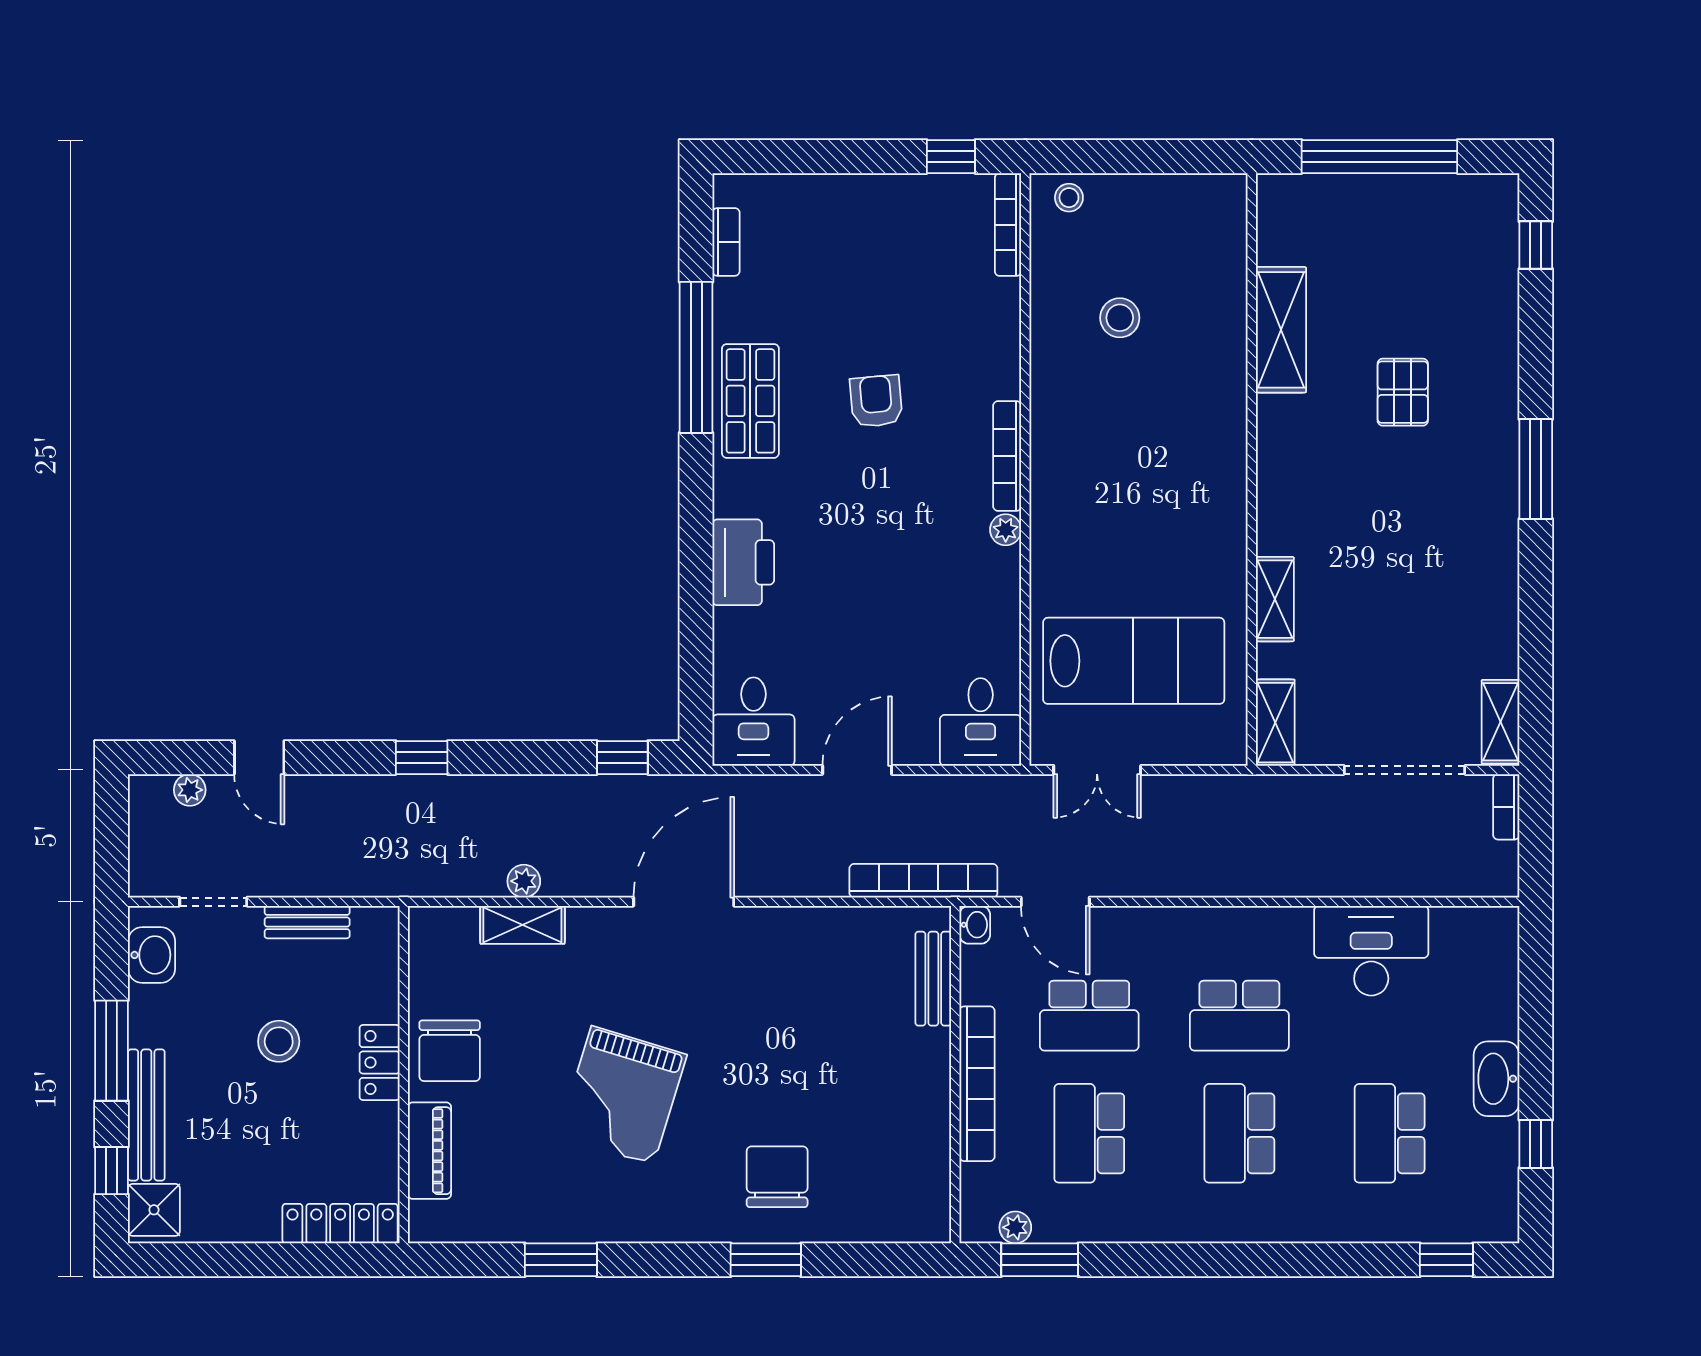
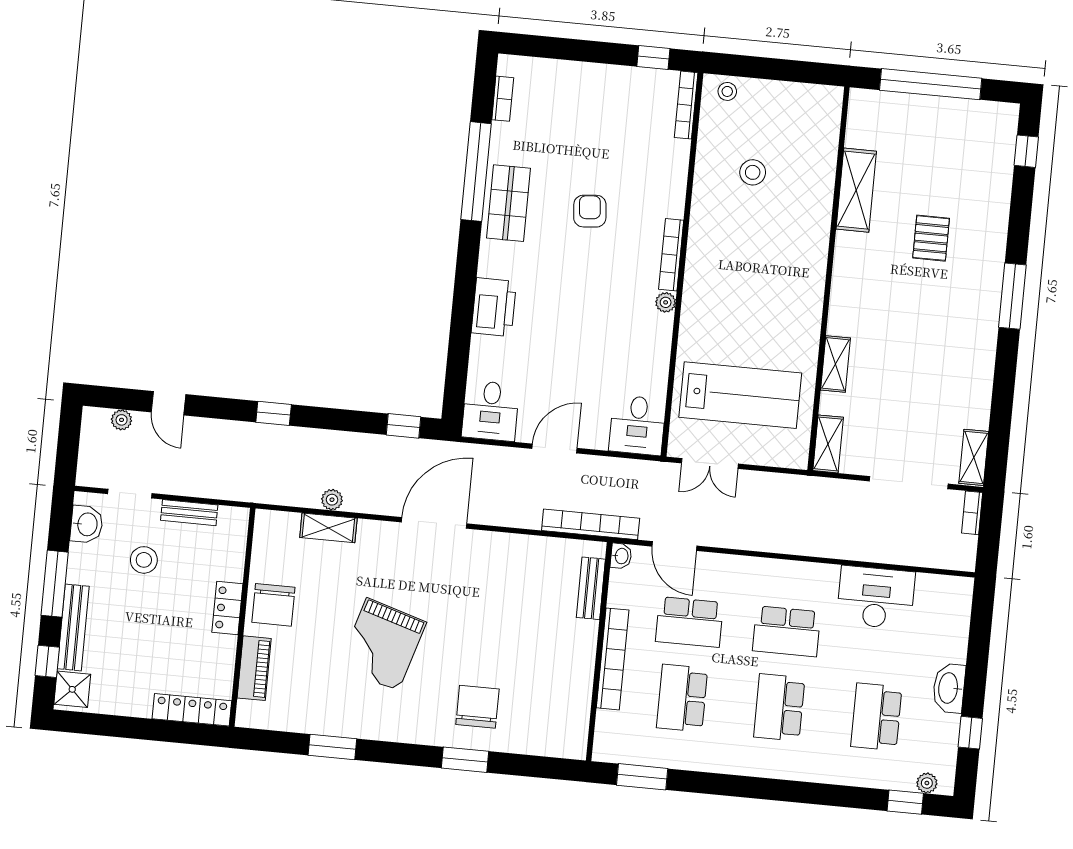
stool: (279, 1041) -> (144, 560), moved
plant: (1015, 1227) -> (927, 783), moved

